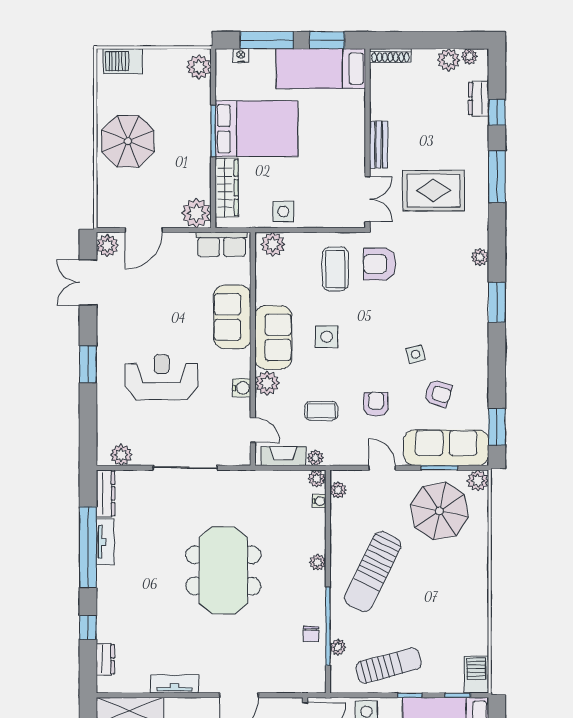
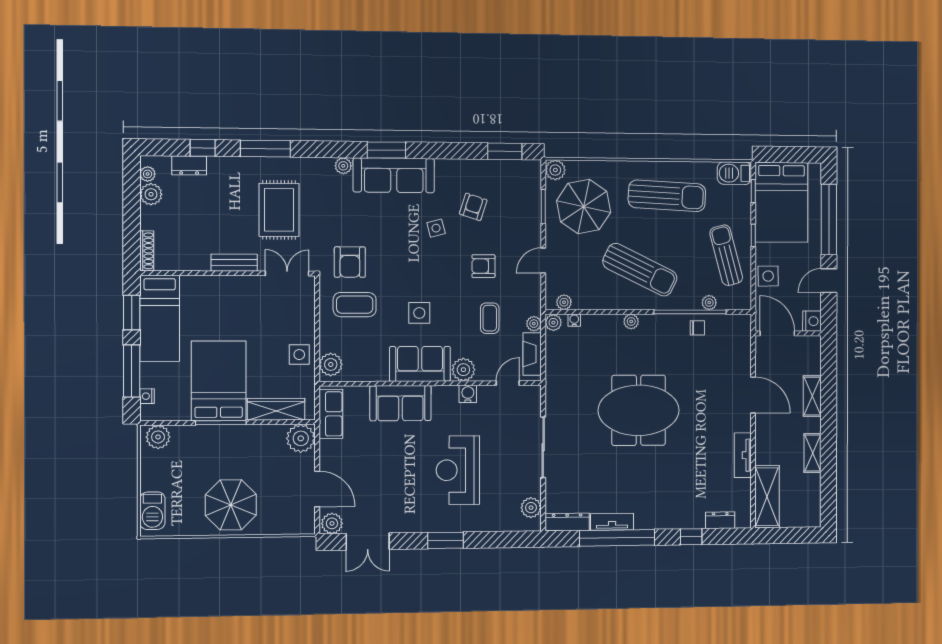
sofa: (446, 448) -> (394, 175), moved, turned -90
sun lounger: (452, 601) -> (667, 196), added

